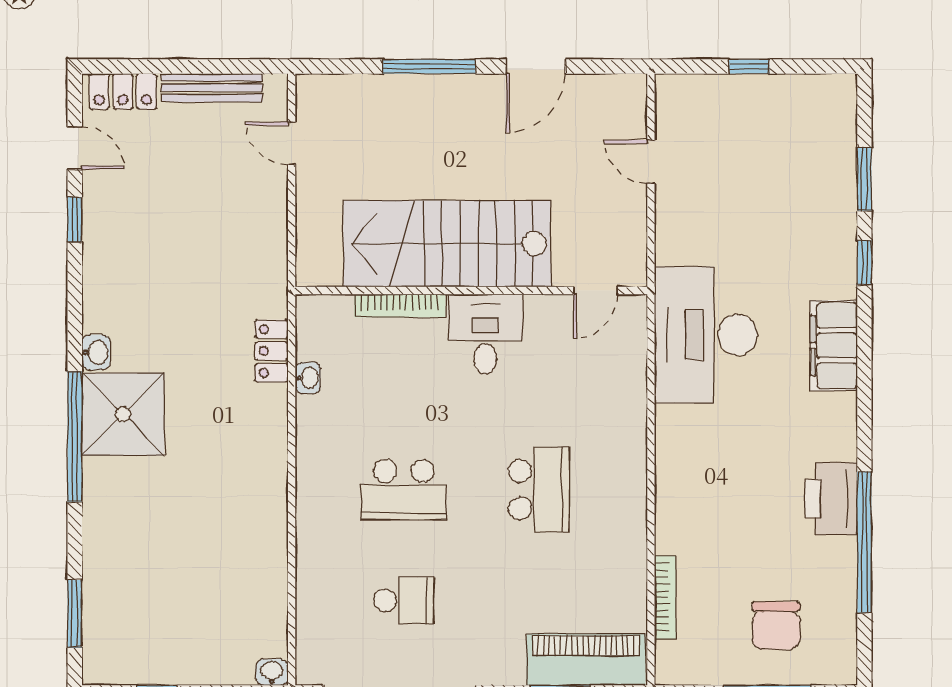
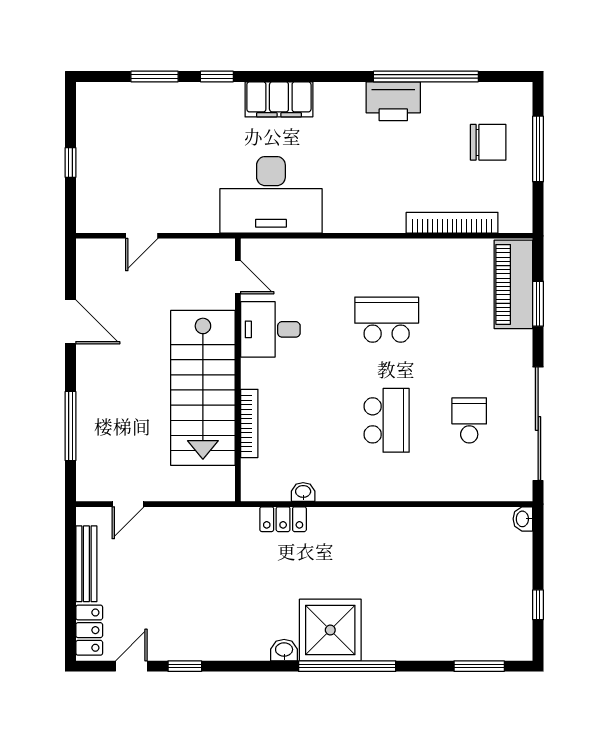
window: (429, 66) -> (71, 426), moved
desk: (485, 334) -> (270, 329), moved
bookcase: (665, 597) -> (452, 223), width x1.48, depth x1.31

